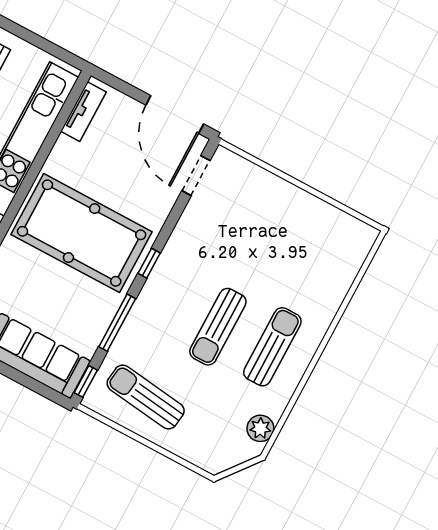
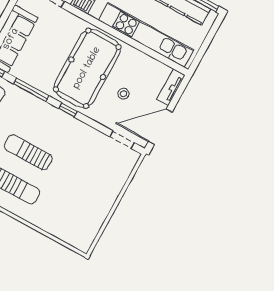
tv unit: (84, 112) -> (171, 87), moved, turned 90
stool: (122, 174) -> (123, 94), added

